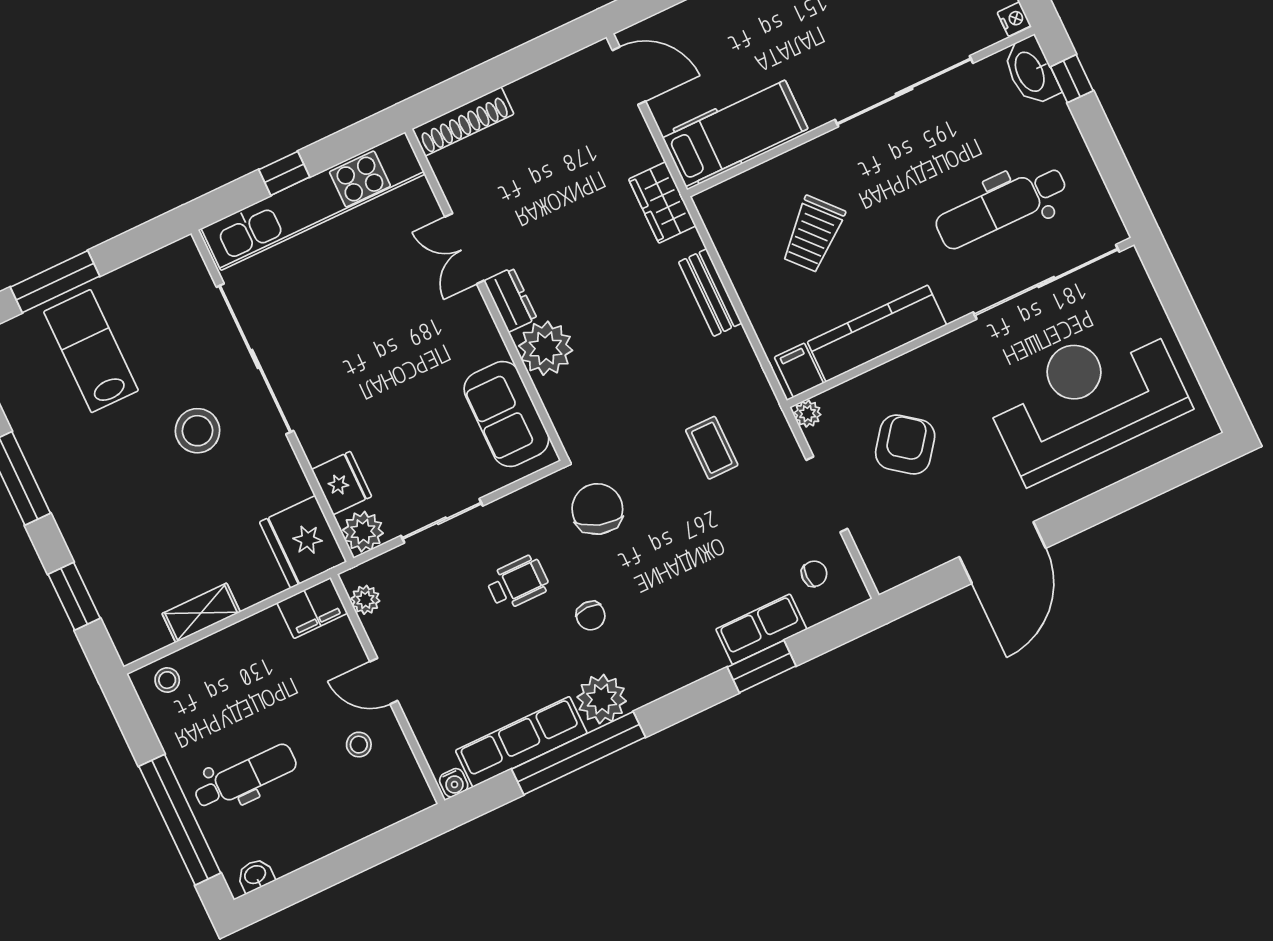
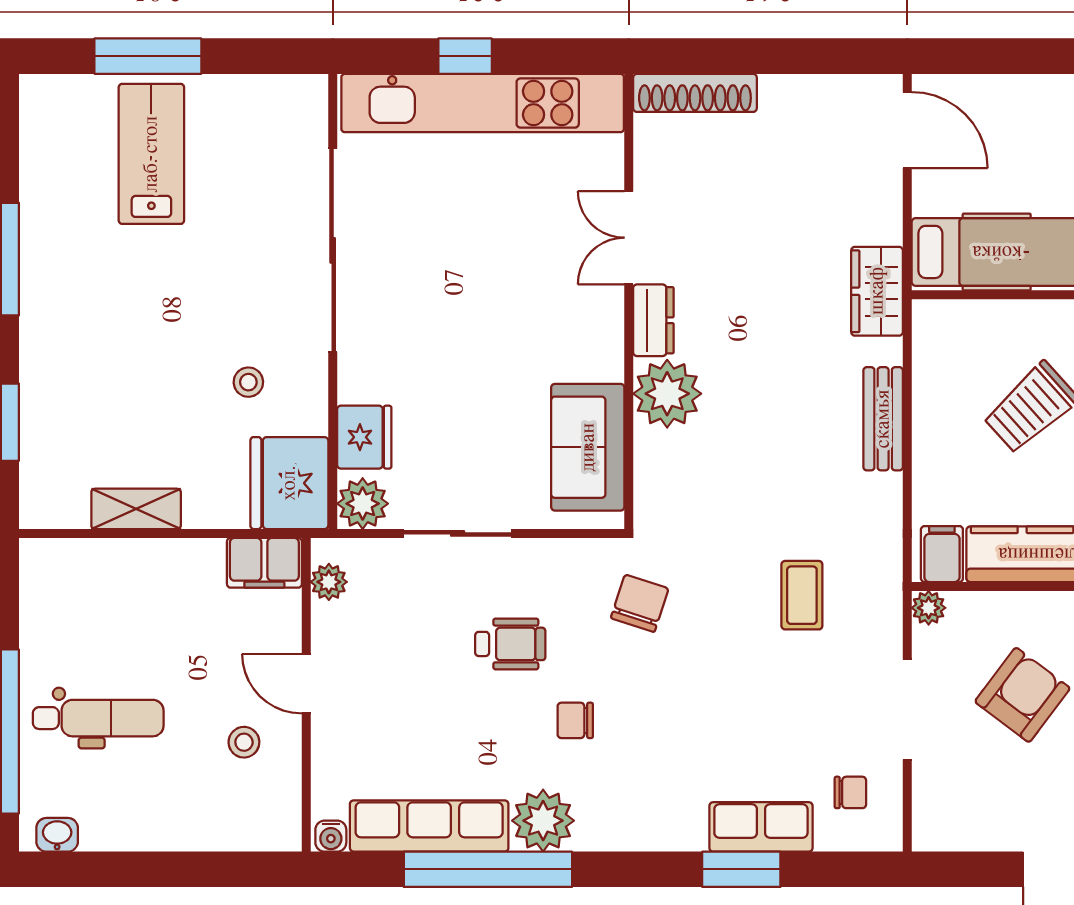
stool: (197, 431) -> (248, 382), moved, width x0.53, depth x0.53
chair: (597, 509) -> (640, 603), width x0.73, depth x0.73
chair: (591, 616) -> (575, 720), turned 90
stool: (167, 680) -> (62, 567), removed

